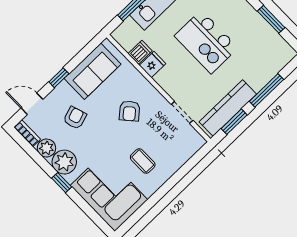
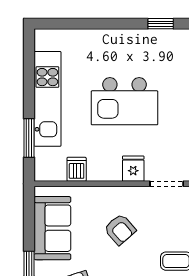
window: (271, 19) -> (161, 24), width x0.67
fridge: (153, 64) -> (133, 169), moved

